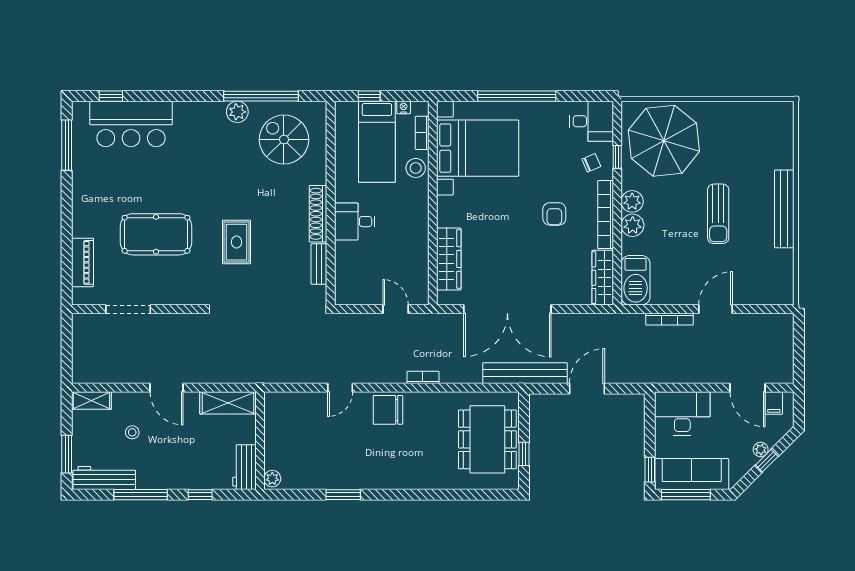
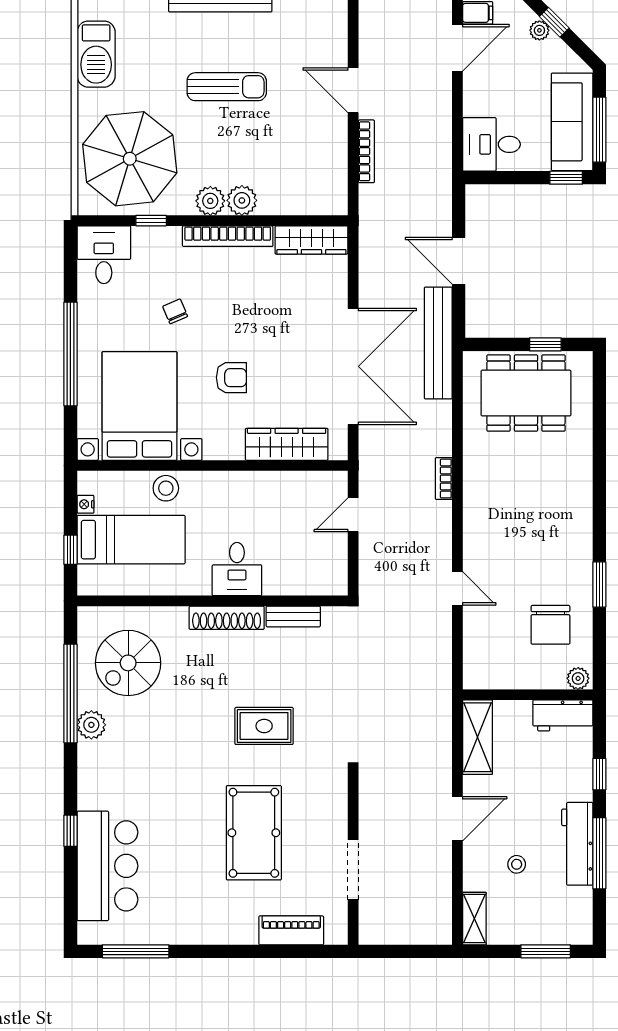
window: (111, 96) -> (70, 831), moved
bookcase: (422, 133) -> (119, 480), removed
chair: (591, 163) -> (175, 311), moved
armchair: (554, 214) -> (231, 378), moved
barbecue: (636, 280) -> (96, 54), moved, turned 90
chair: (388, 410) -> (550, 625), moved
desk: (682, 413) -> (491, 144), width x0.73
workbench: (104, 478) -> (577, 844), moved

